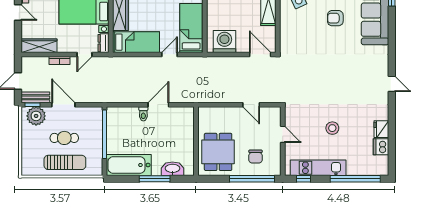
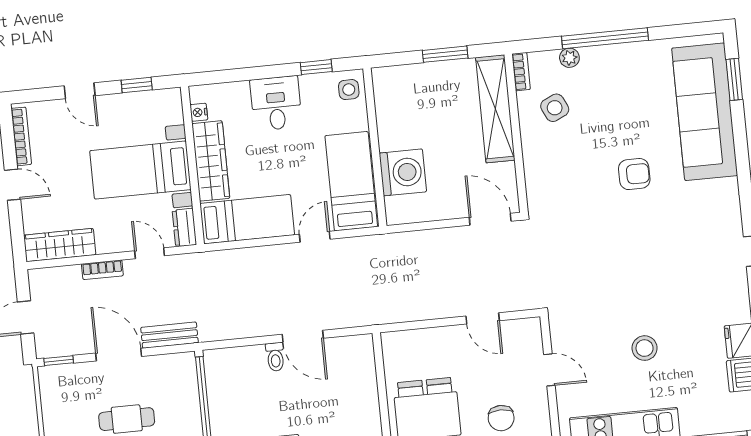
armchair: (335, 18) -> (634, 174), moved, turned 180
washing machine: (224, 41) -> (403, 172), moved, turned 90
door: (84, 54) -> (150, 253), swing flipped
bench: (35, 97) -> (169, 335), moved
door: (158, 105) -> (303, 336), swing flipped
plant: (36, 116) -> (68, 382), removed

